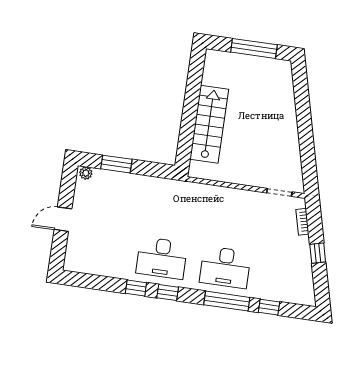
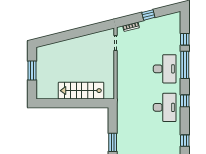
window: (254, 48) -> (32, 70), width x0.69
window: (136, 288) -> (185, 141), moved

